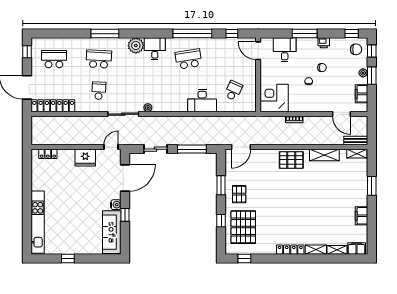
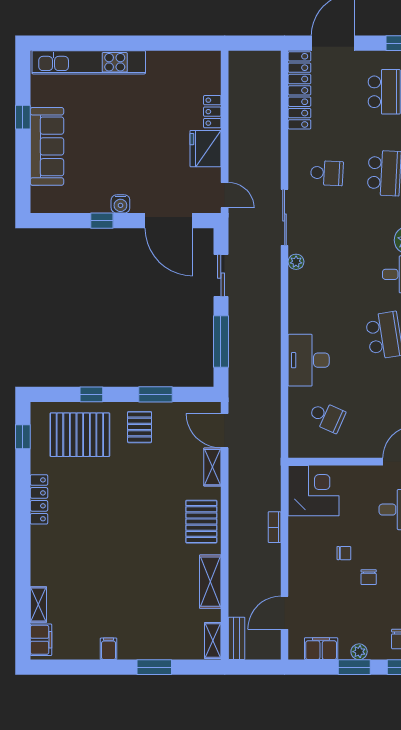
locker: (48, 154) -> (212, 112), moved
pallet: (239, 194) -> (140, 427), turned 90
filing cabinet: (361, 216) -> (109, 649), width x0.50
sofa: (112, 232) -> (47, 146), moved, turned 90
locker: (290, 250) -> (39, 499), moved
shelving: (316, 250) -> (212, 467), moved

